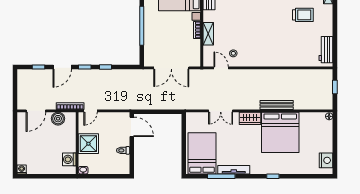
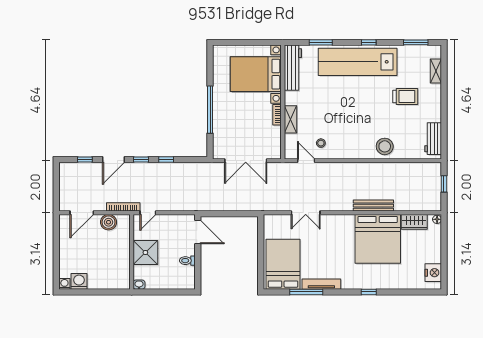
stool: (286, 56) -> (385, 146), added
wardrobe: (250, 118) -> (414, 222), moved
washing machine: (69, 159) -> (79, 281), moved, turned 90

